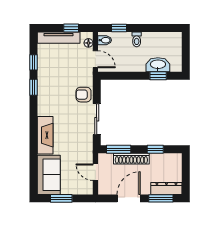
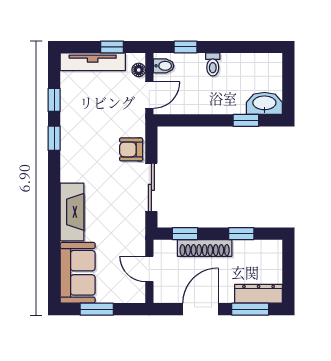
door: (95, 59) -> (149, 95), hinge flipped
washbasin: (158, 65) -> (264, 103), moved
window: (119, 149) -> (185, 234), width x0.67

